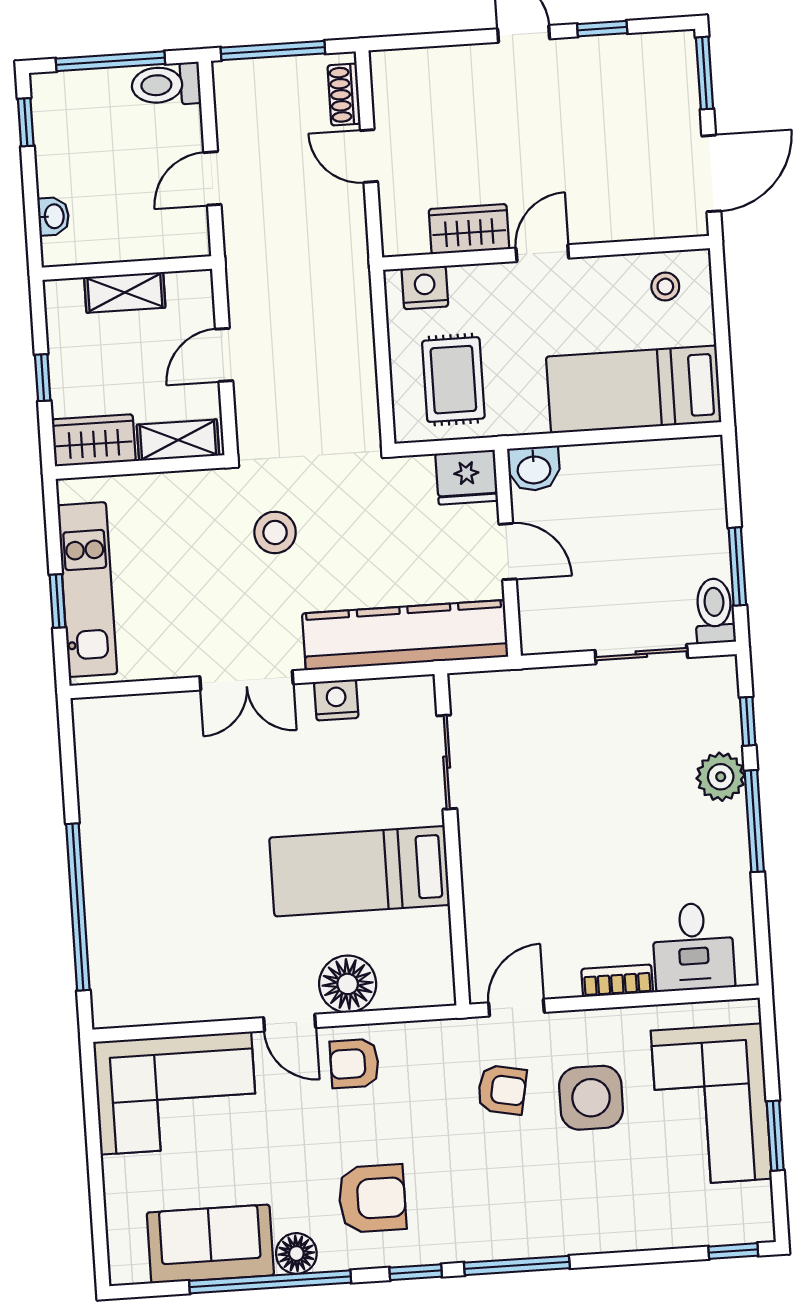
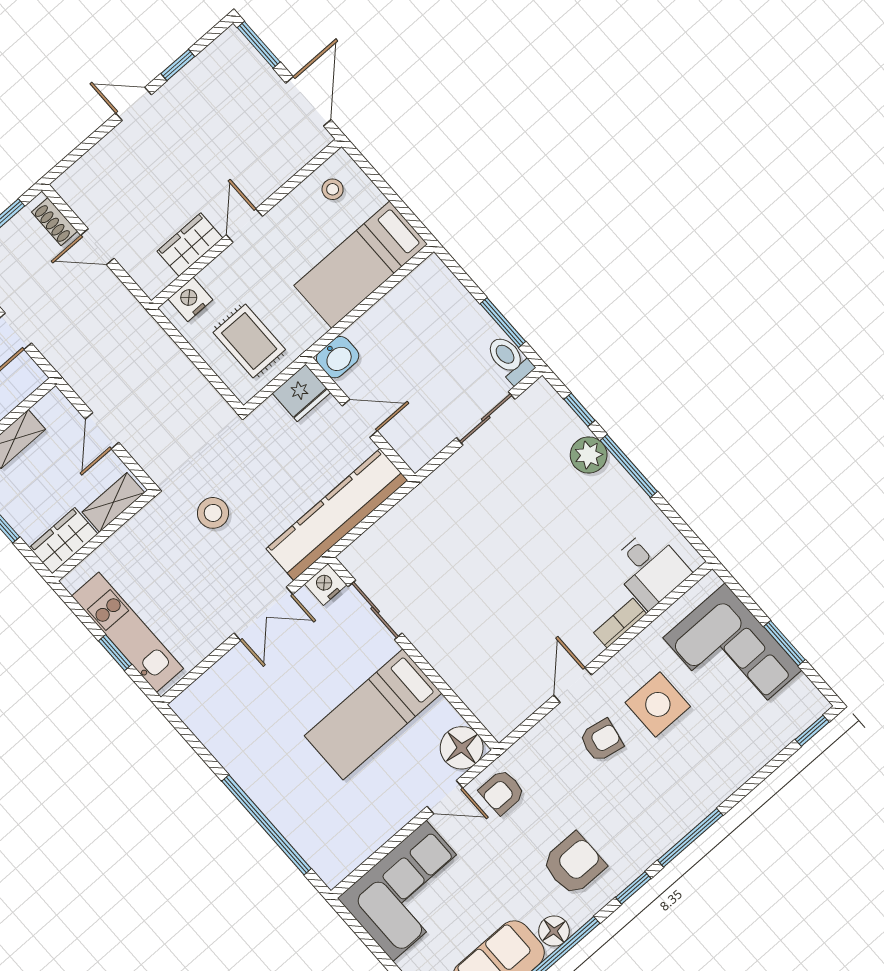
sliding door: (447, 762) -> (375, 610), moved
wall: (452, 839) -> (413, 653), moved
bed: (360, 871) -> (373, 714), moved

